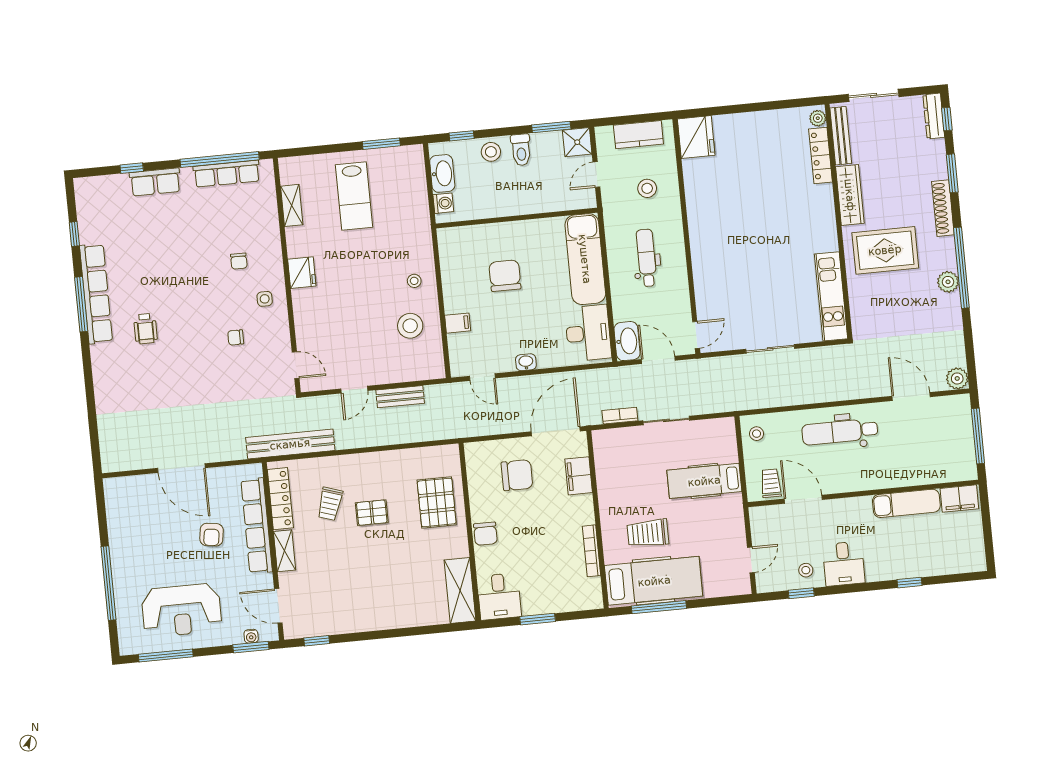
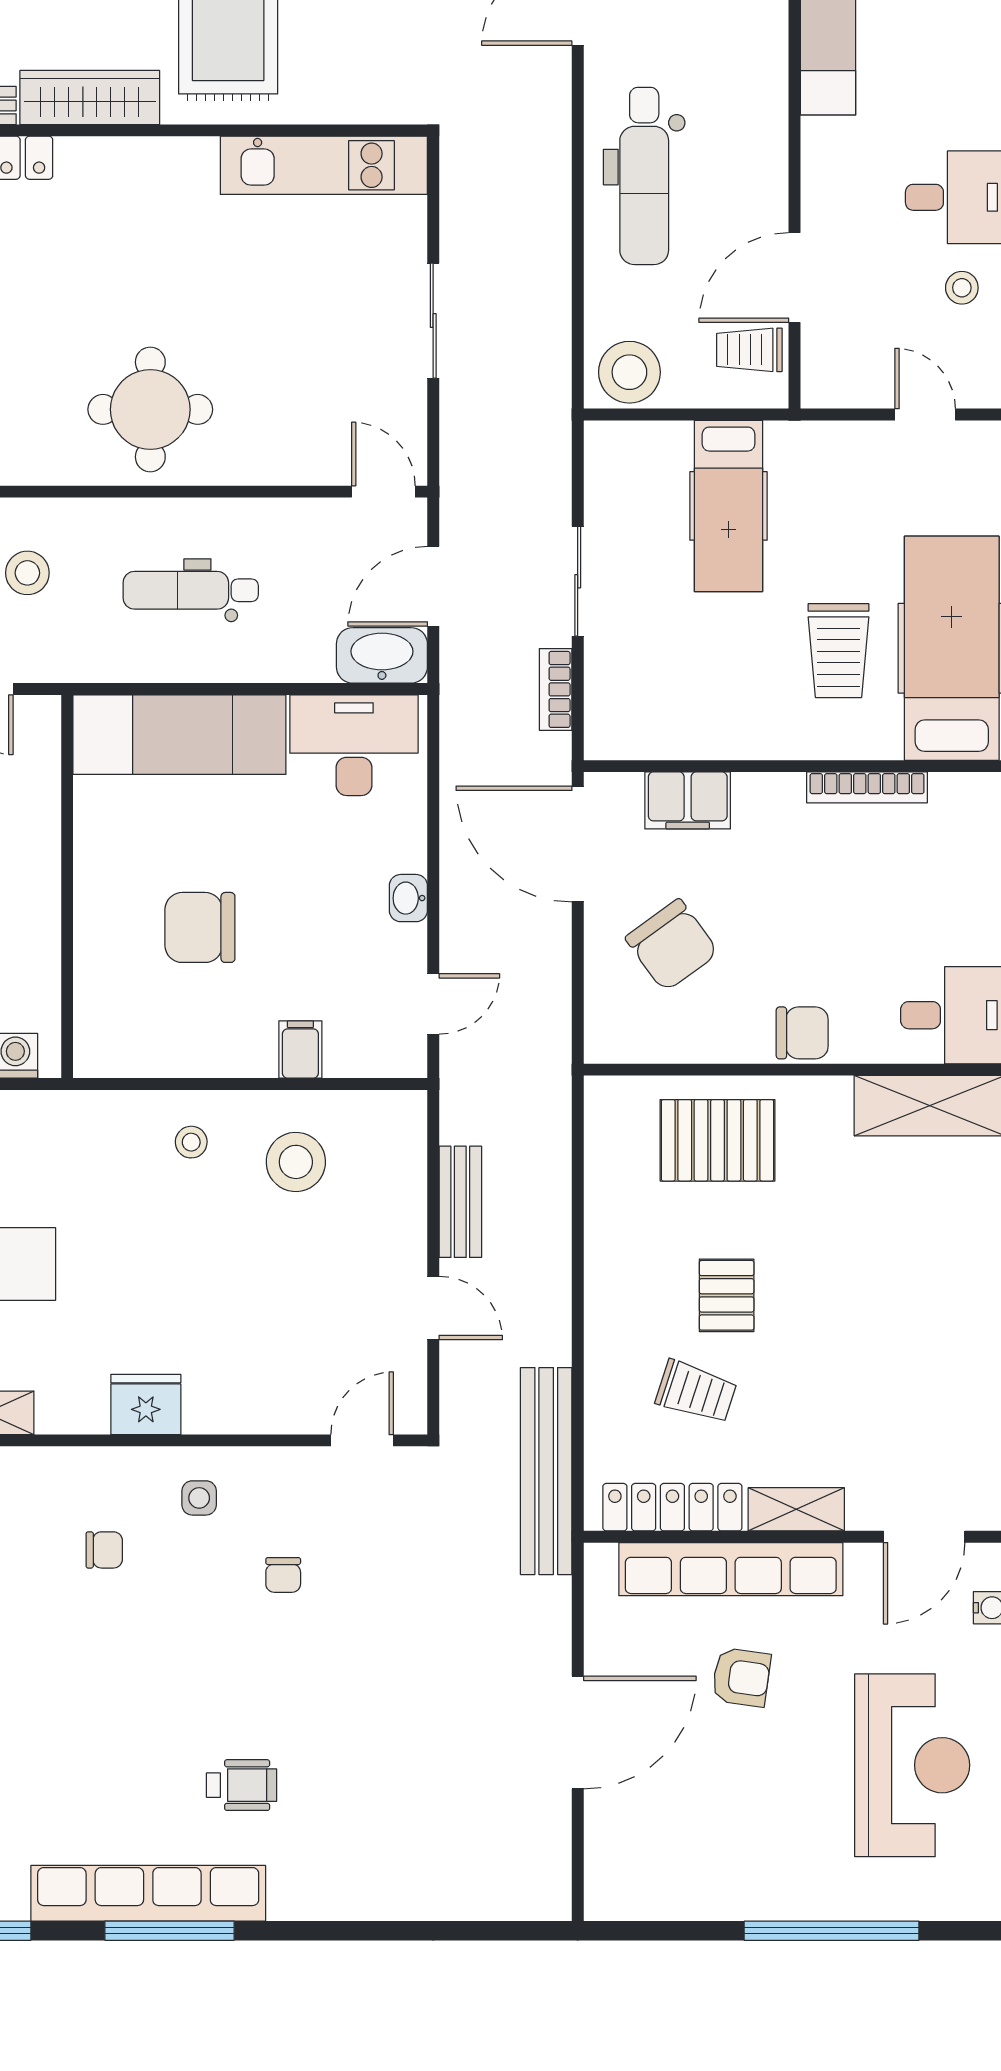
round table: (721, 233) -> (150, 409), added
stool: (757, 434) -> (629, 372), width x1.89, depth x1.89
chair: (517, 475) -> (672, 945), turned 144

